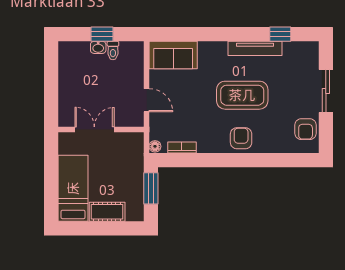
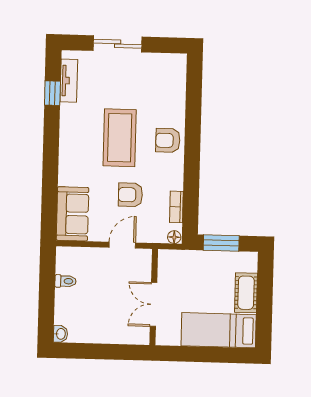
window: (102, 34) -> (47, 293), removed
washbasin: (98, 47) -> (61, 334), moved
tv unit: (255, 48) -> (69, 81), moved, width x0.71
armchair: (306, 129) -> (130, 195), moved, turned 180

